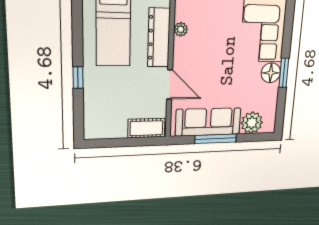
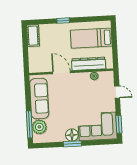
door: (170, 85) -> (62, 72), swing flipped
cot: (146, 128) -> (33, 36), moved
window: (216, 139) -> (29, 124), moved

